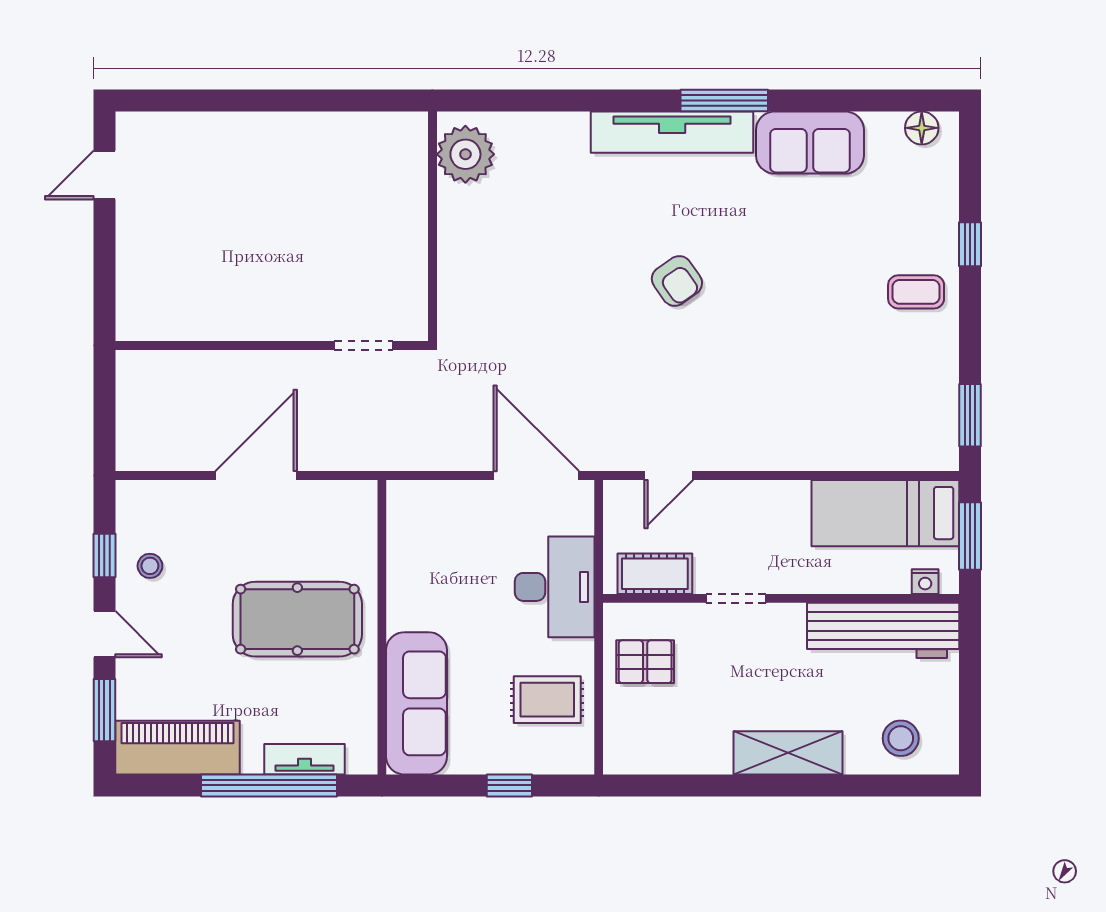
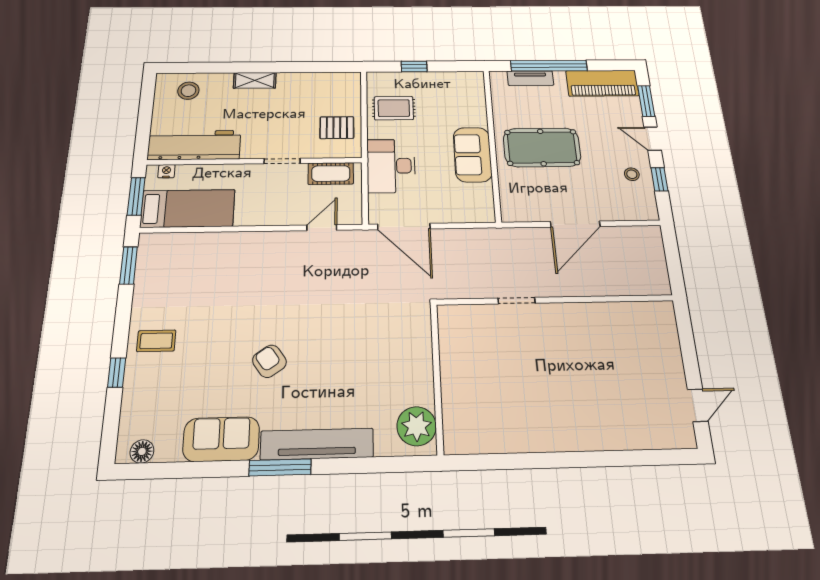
plant: (465, 154) -> (417, 426), moved
wall: (432, 226) -> (437, 377), moved
armchair: (677, 281) -> (269, 361), moved
sofa: (417, 703) -> (473, 155), moved, width x0.73
shelving: (788, 753) -> (255, 80), width x0.67, depth x0.75

